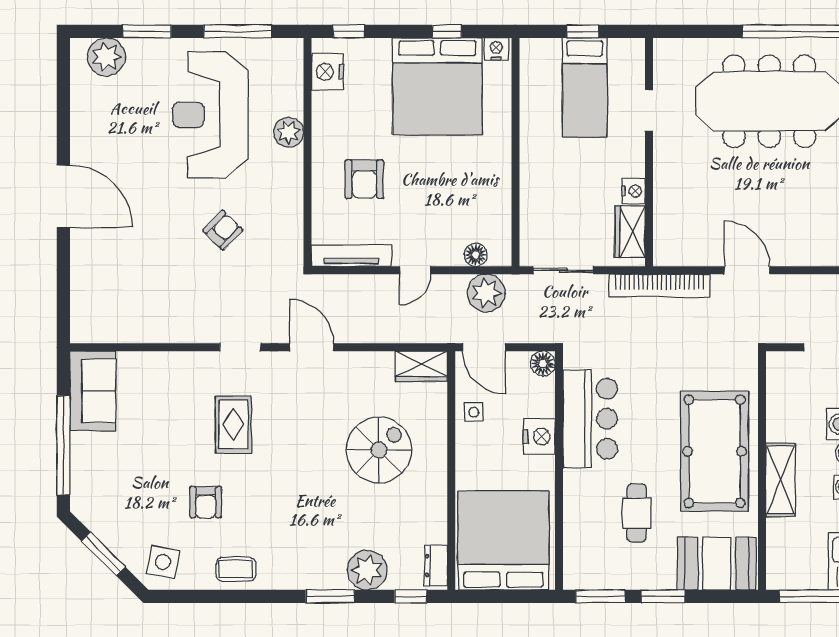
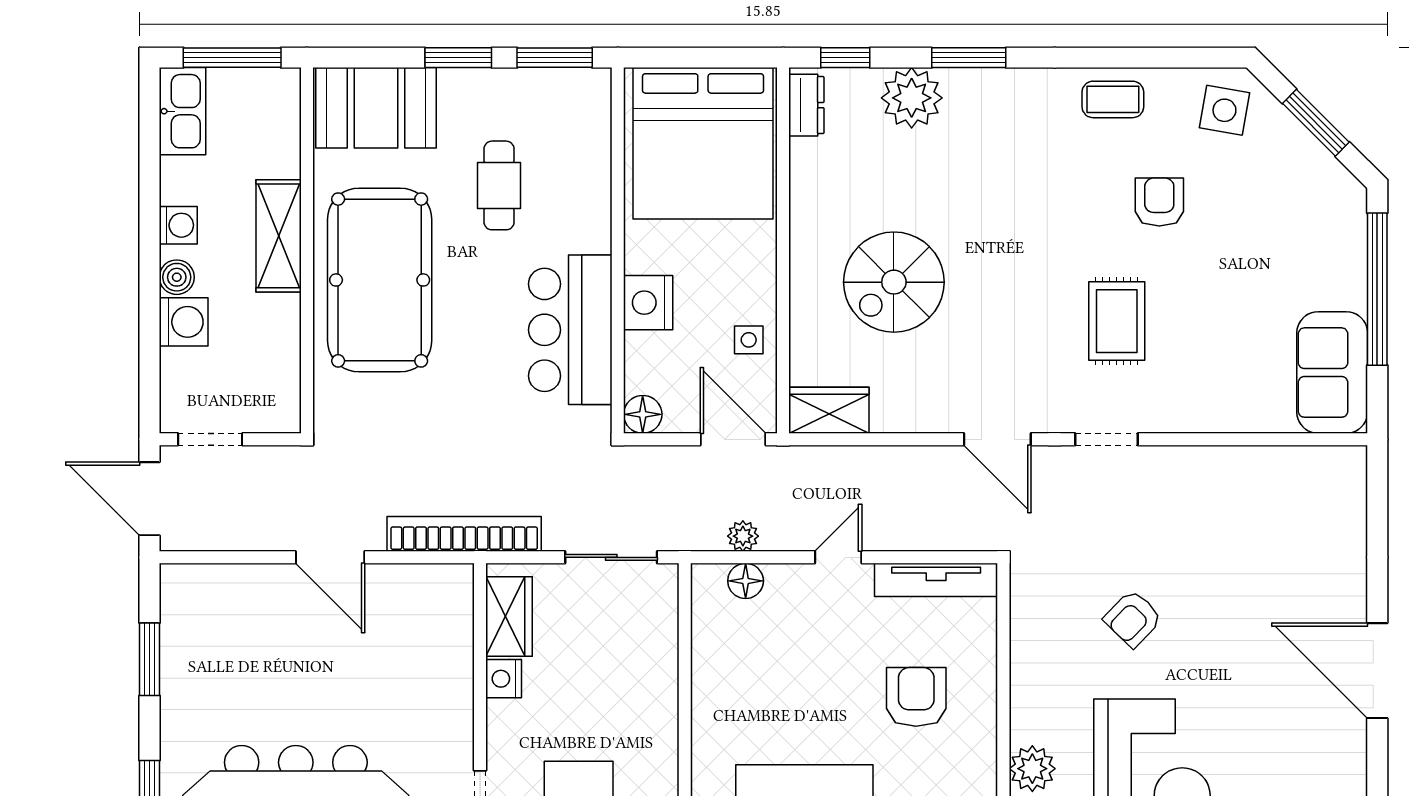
plant: (486, 293) -> (743, 536), width x0.53, depth x0.53

